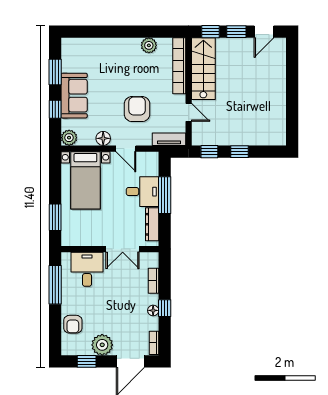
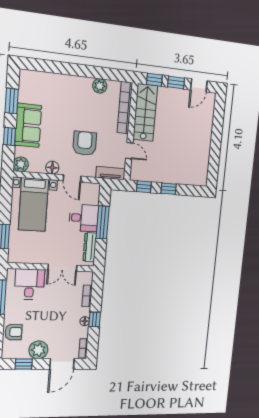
armchair: (73, 324) -> (13, 332), turned -90

